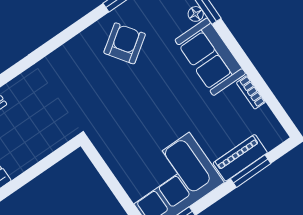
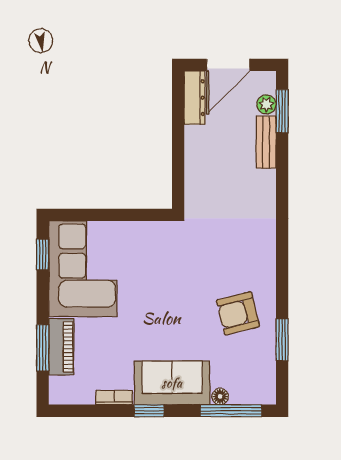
armchair: (125, 43) -> (238, 313), turned 111
window: (243, 60) -> (149, 411), added

